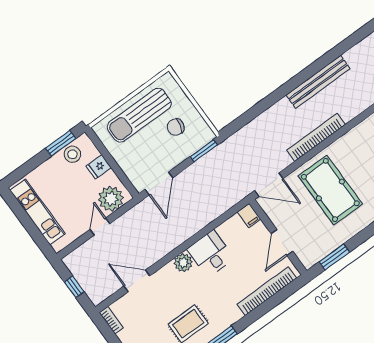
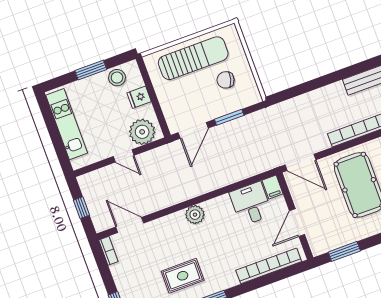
sun lounger: (139, 115) -> (193, 58), turned 180
window: (60, 143) -> (91, 70), moved
window: (204, 151) -> (229, 117), moved
door: (100, 226) -> (124, 156), swing flipped
desk: (211, 254) -> (251, 204), moved
door: (137, 281) -> (130, 225), moved

